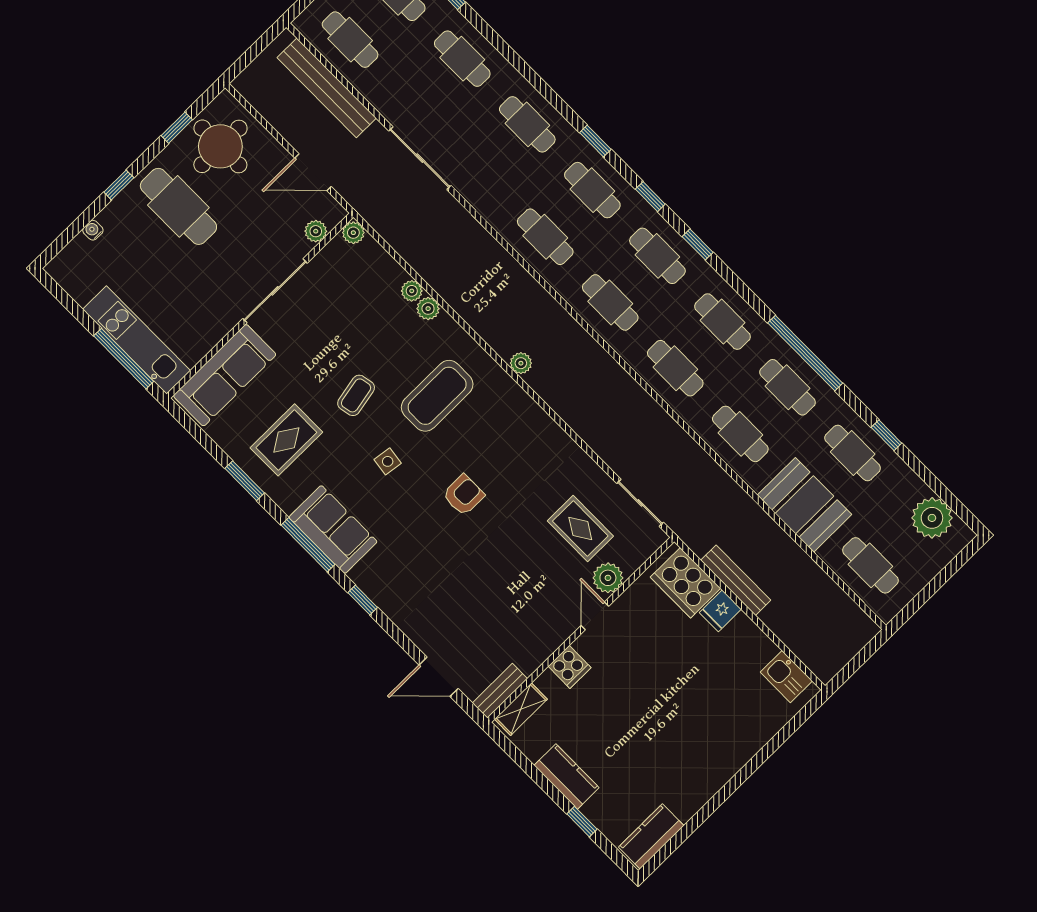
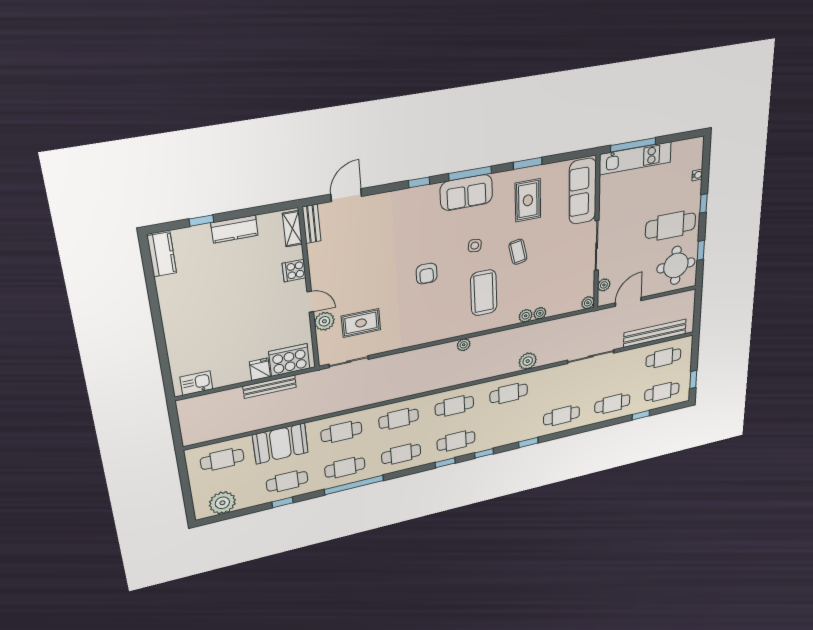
cafe table: (592, 190) -> (509, 428), removed
plant: (485, 249) -> (528, 361), added

